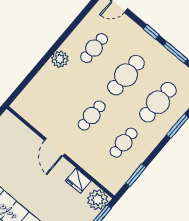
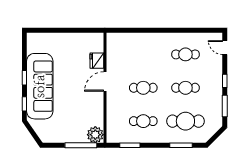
plant: (60, 59) -> (161, 39), removed
cafe table: (126, 75) -> (185, 88), width x0.73, depth x0.74
fridge: (78, 181) -> (97, 61), moved

